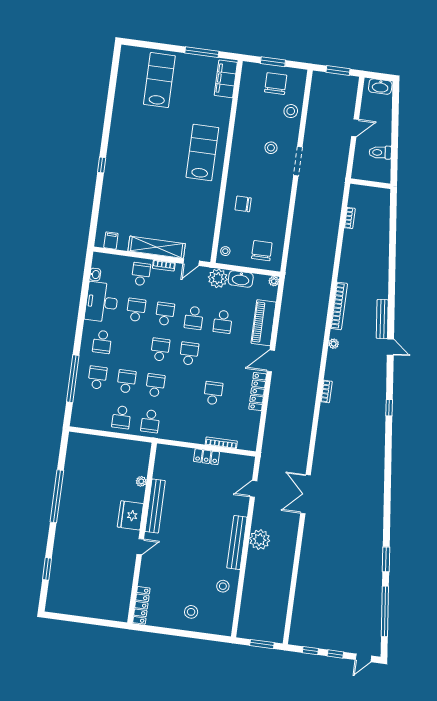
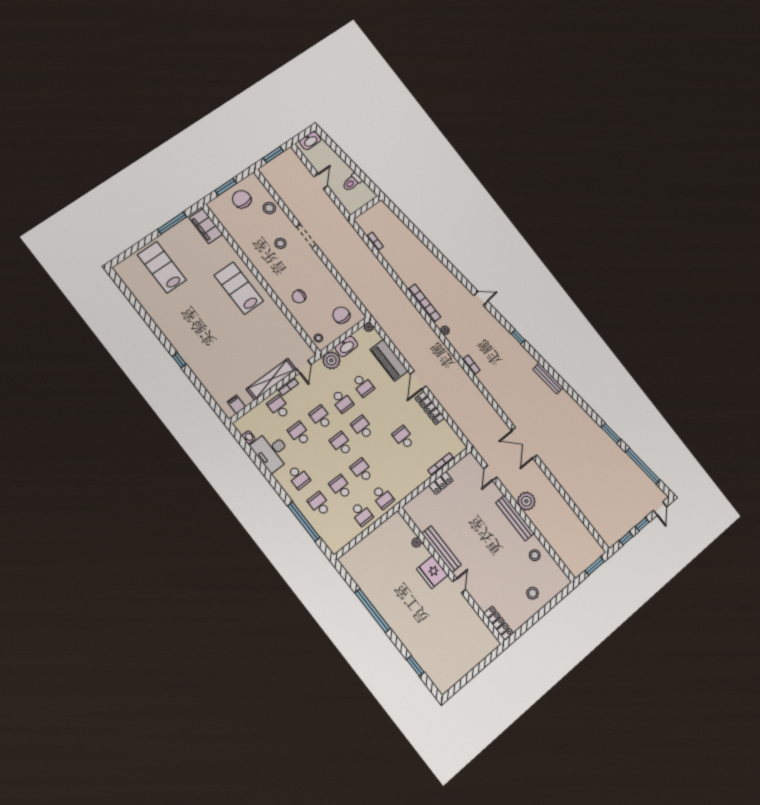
bench: (382, 319) -> (548, 378), moved

